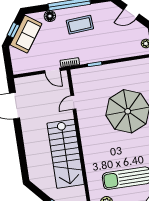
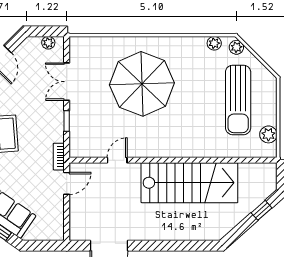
double door: (121, 60) -> (67, 82), added
door: (73, 102) -> (117, 160), swing flipped

